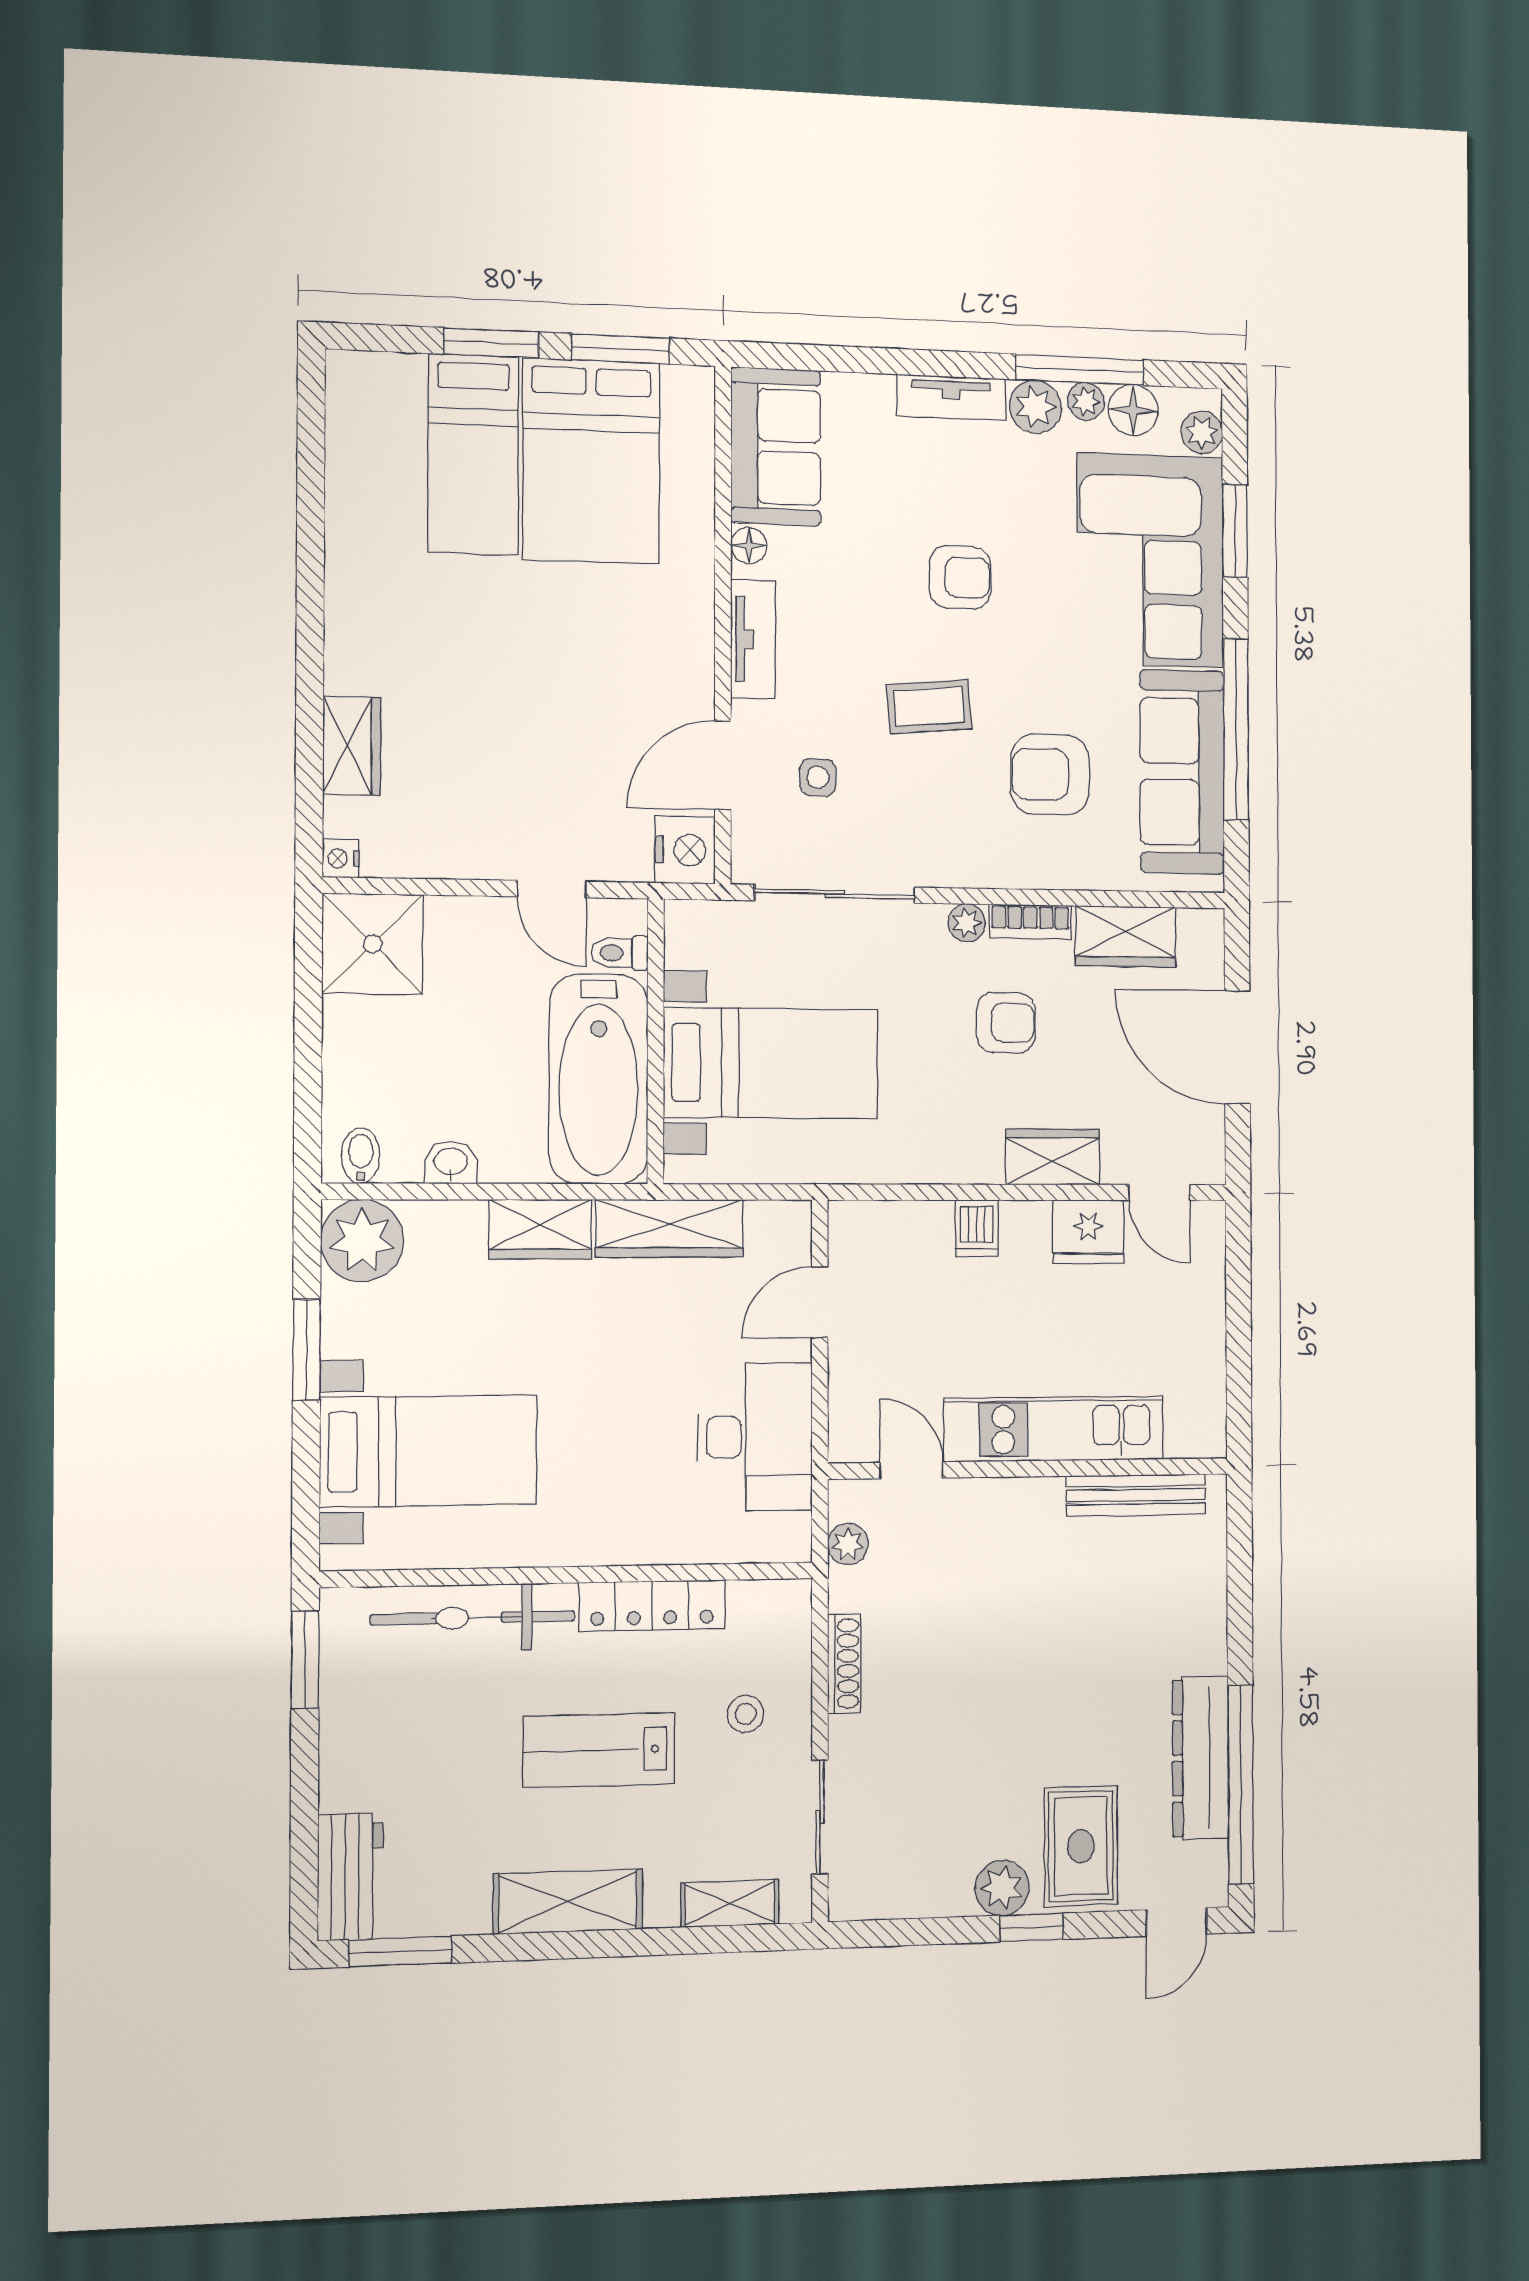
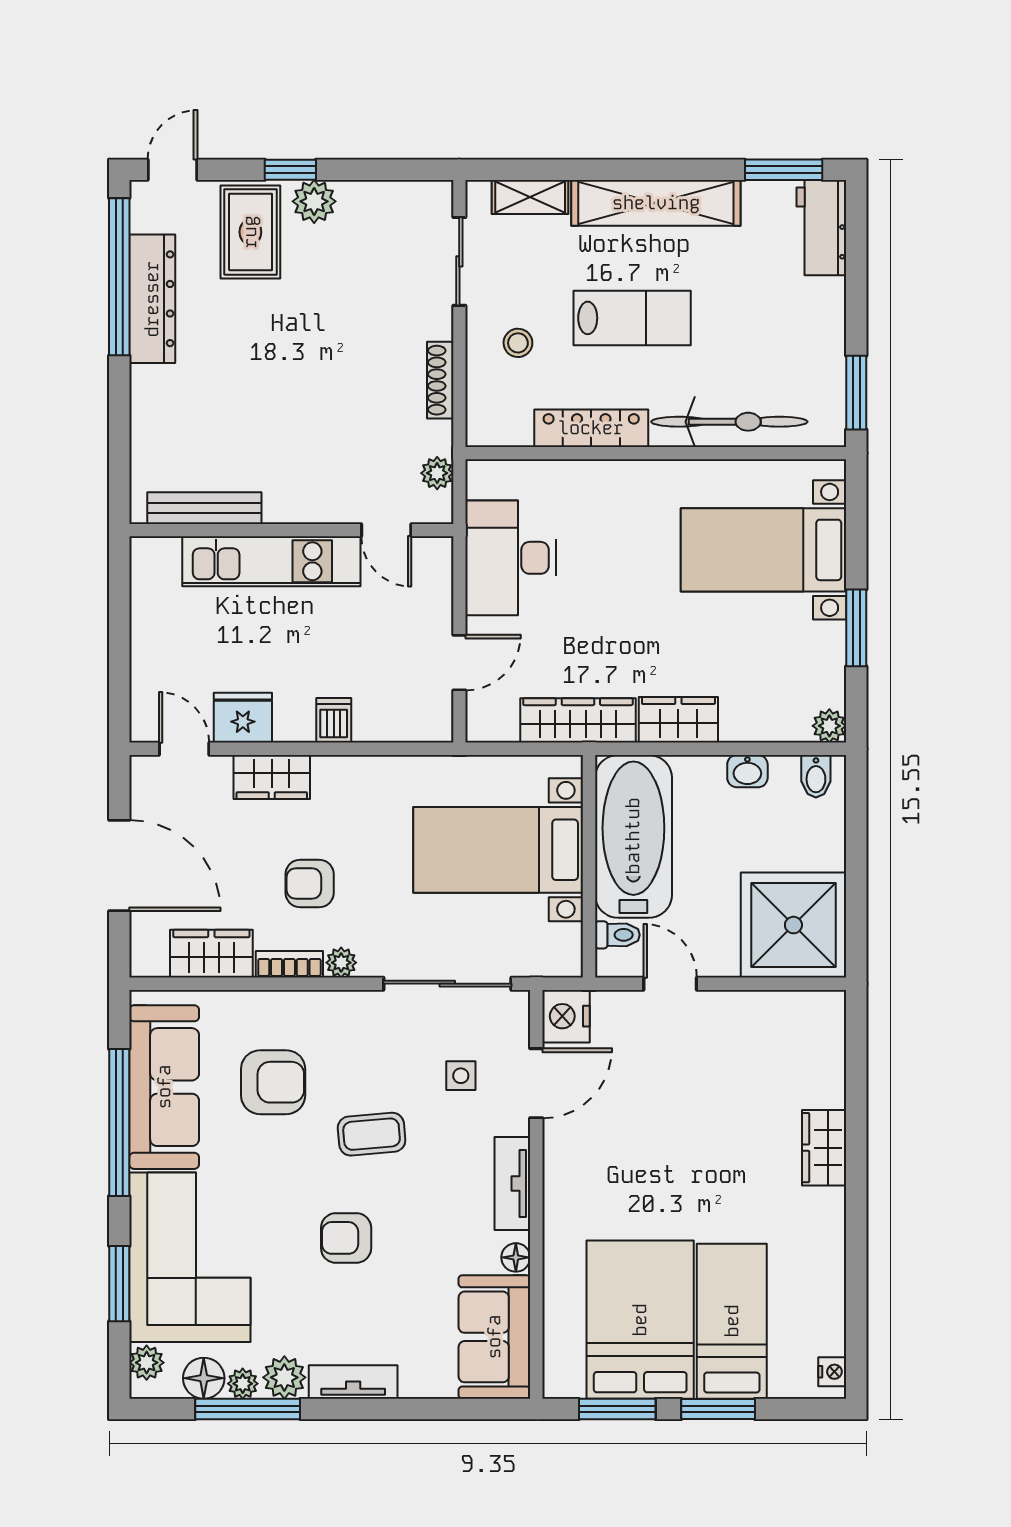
wardrobe: (352, 746) -> (824, 1148), moved
nightstand: (341, 859) -> (832, 1372), moved
shower: (373, 944) -> (793, 925), width x1.37, depth x1.37
plant: (362, 1241) -> (829, 726), width x0.53, depth x0.53
shelving: (568, 1902) -> (656, 203), width x1.47

